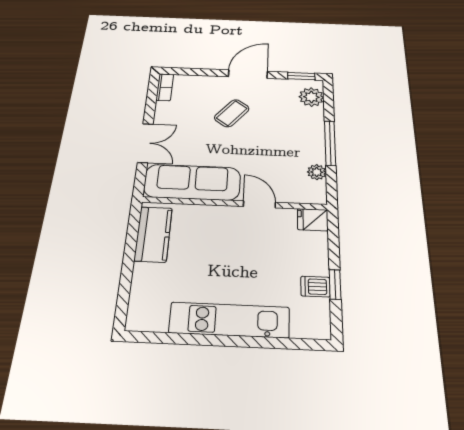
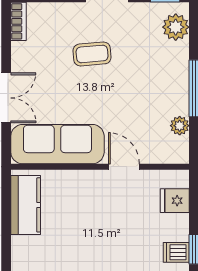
coffee table: (232, 113) -> (92, 54), turned 47
fridge: (313, 220) -> (175, 201), moved

